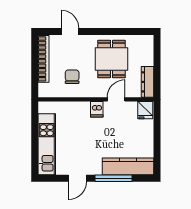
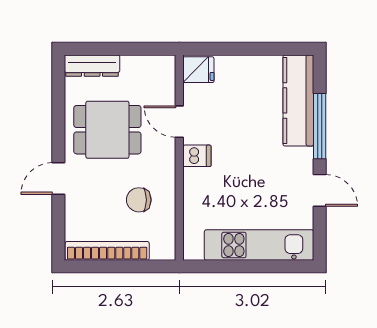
door: (70, 31) -> (58, 179), moved
dresser: (148, 82) -> (92, 66), moved

